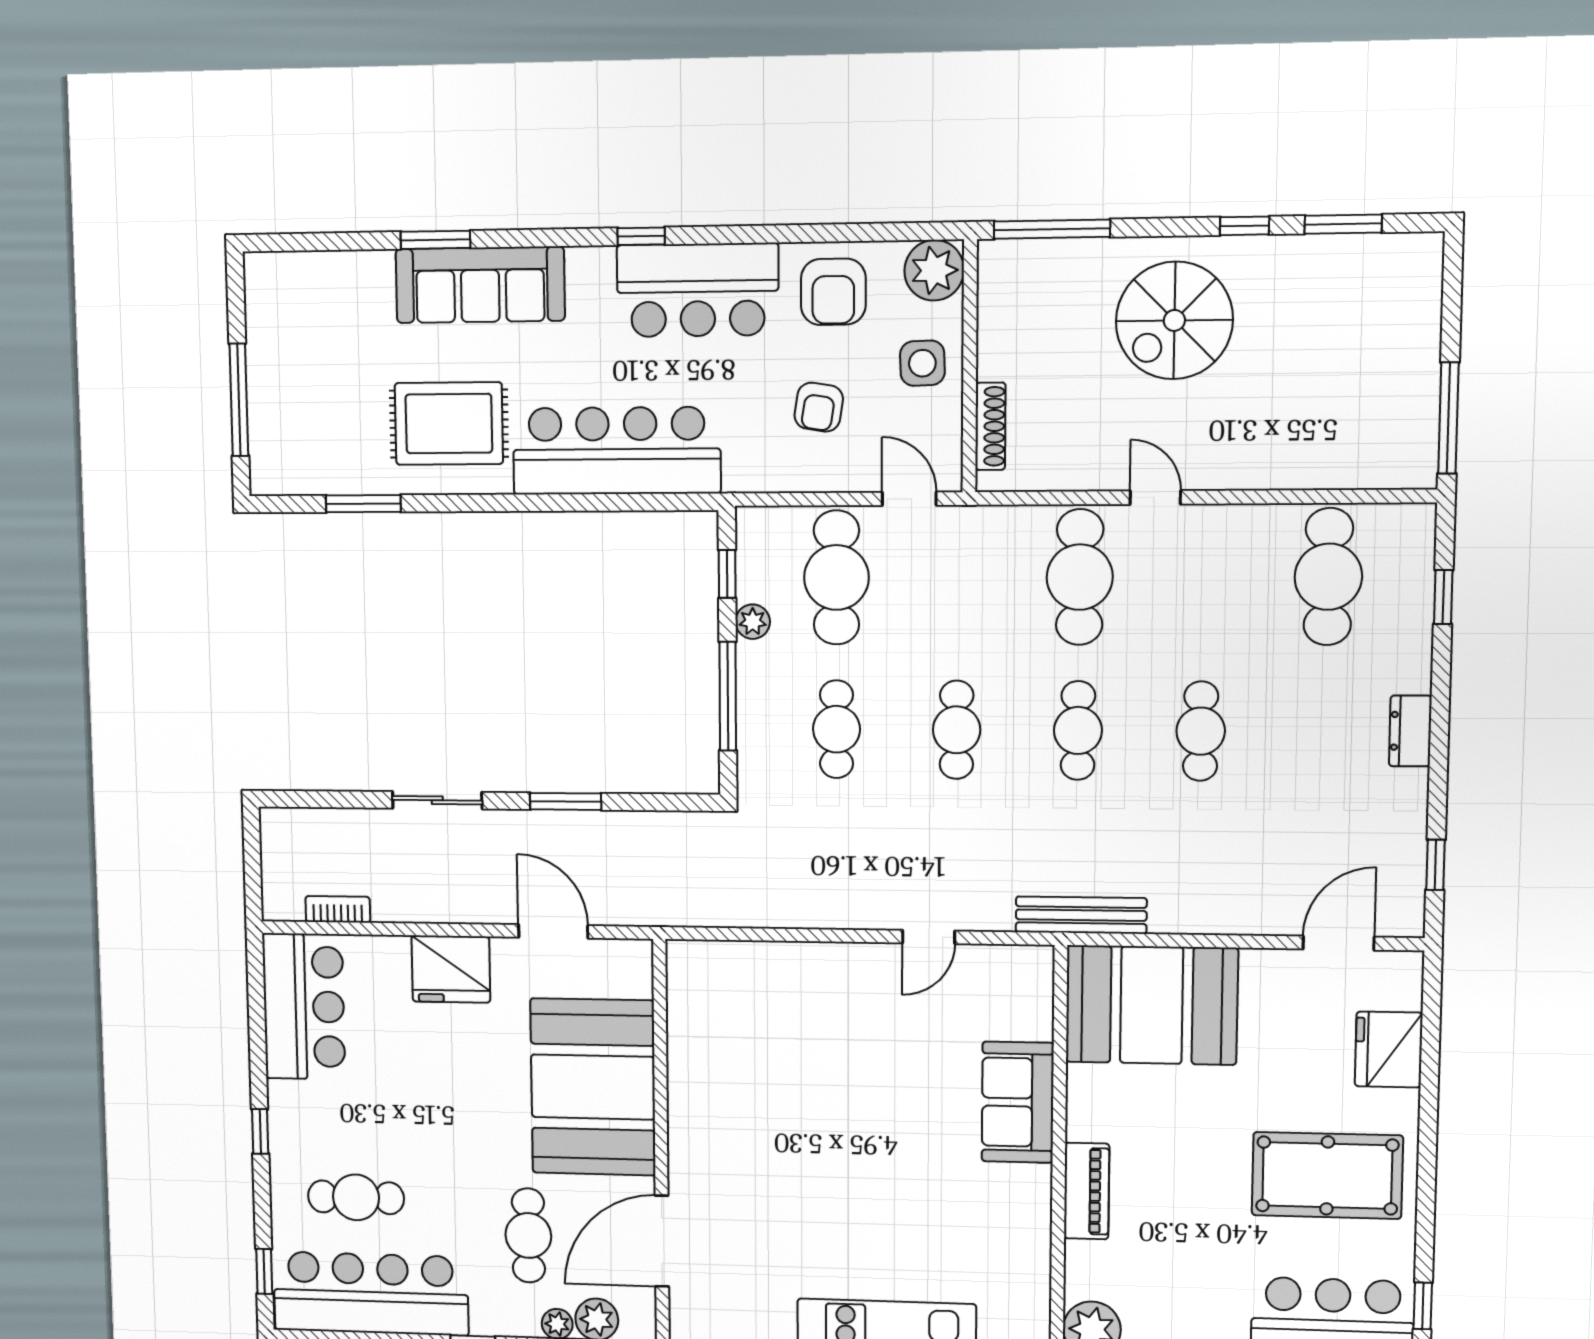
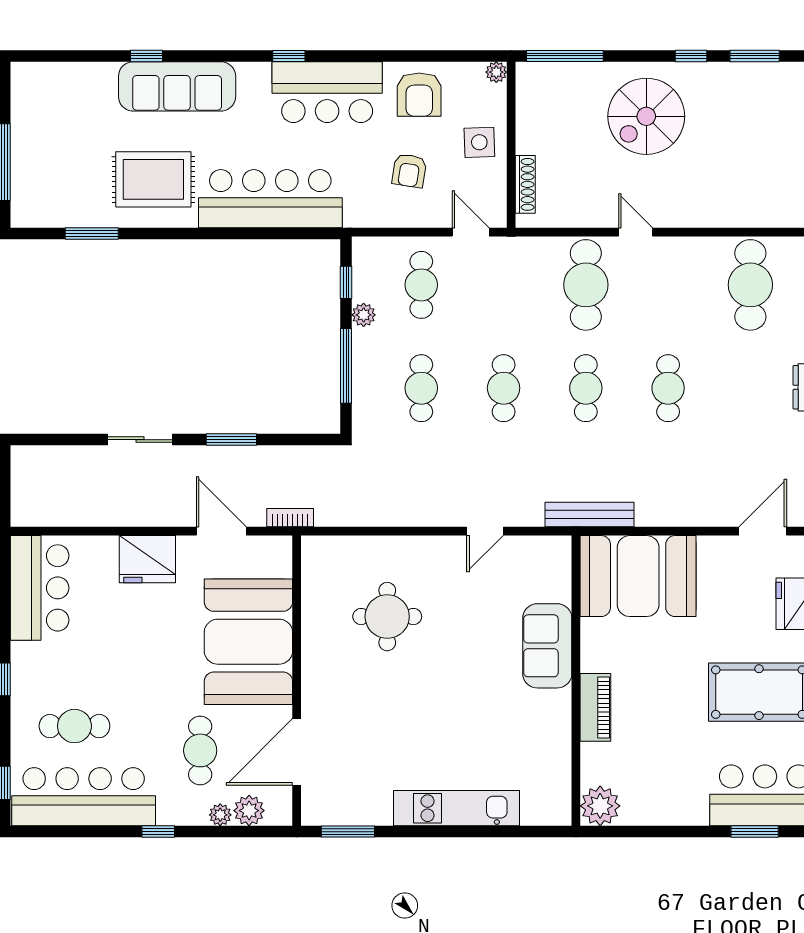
window: (435, 240) -> (146, 56), width x0.67
plant: (934, 270) -> (496, 72), width x0.53, depth x0.53
cafe table: (836, 577) -> (421, 285), width x0.73, depth x0.74
bookcase: (338, 909) -> (290, 518), moved
round table: (788, 1056) -> (387, 617), added

